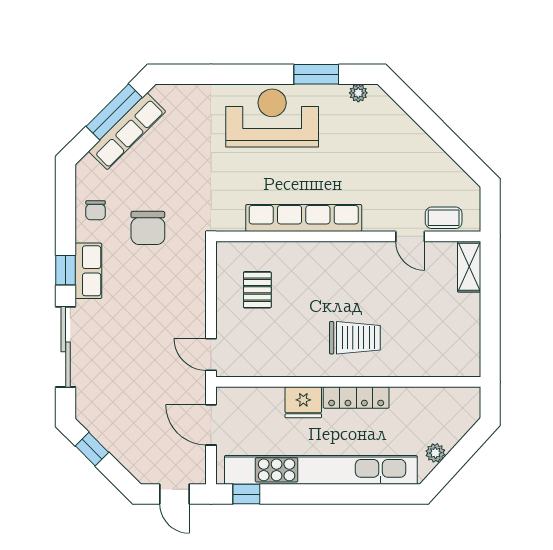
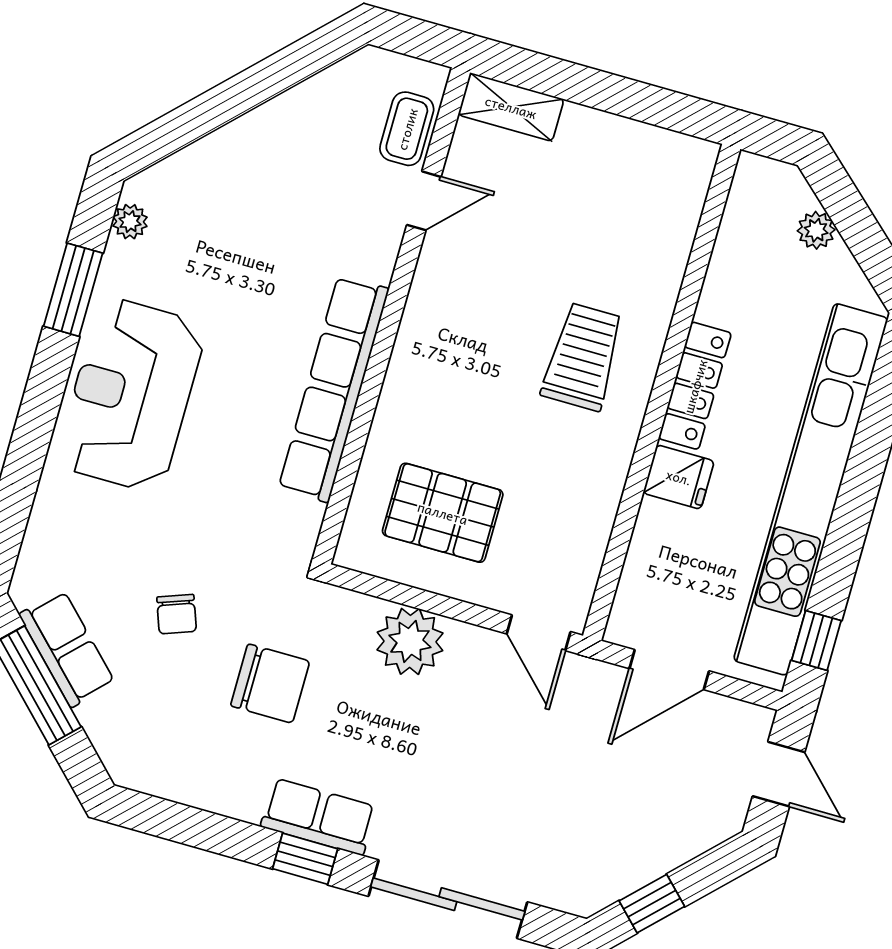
row of seats: (127, 131) -> (67, 649), width x0.68
chair: (96, 210) -> (177, 614), moved, turned 70
pallet: (257, 290) -> (443, 513), width x1.50, depth x1.42
plant: (189, 292) -> (410, 641), added
door: (211, 355) -> (539, 633), hinge flipped
fridge: (303, 402) -> (679, 477), width x0.72
plant: (435, 453) -> (816, 230), moved
door: (174, 494) -> (779, 774), hinge flipped

